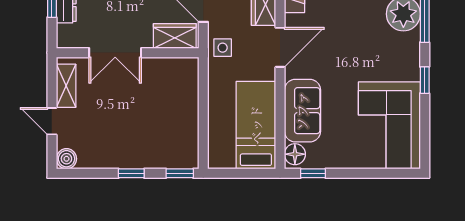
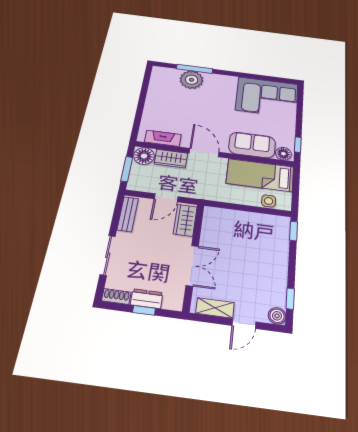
side table: (223, 48) -> (269, 201), moved
window: (425, 80) -> (238, 74), removed
window: (131, 173) -> (290, 299), moved

